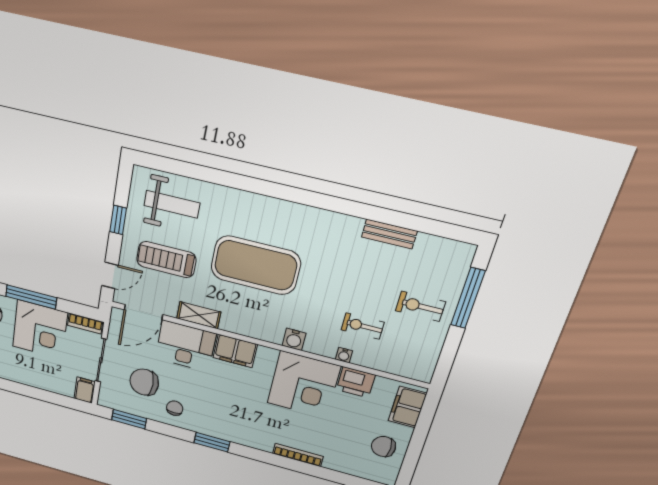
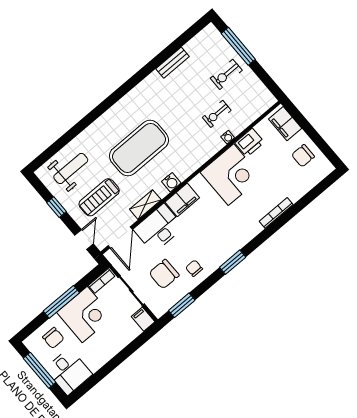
water cooler: (294, 339) -> (171, 182), moved

